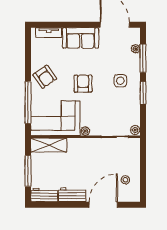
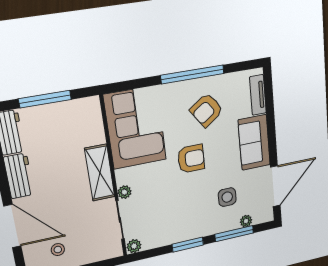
armchair: (45, 77) -> (207, 110), moved
side table: (120, 81) -> (227, 197), moved
window: (28, 102) -> (193, 74), moved
plant: (85, 131) -> (124, 192), moved
shelving: (49, 145) -> (100, 173), moved

